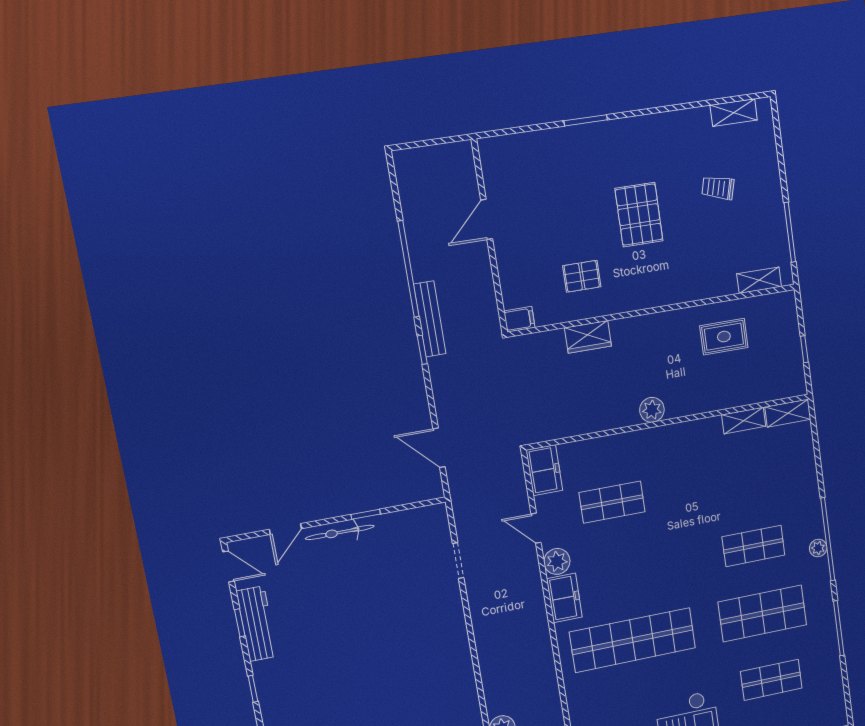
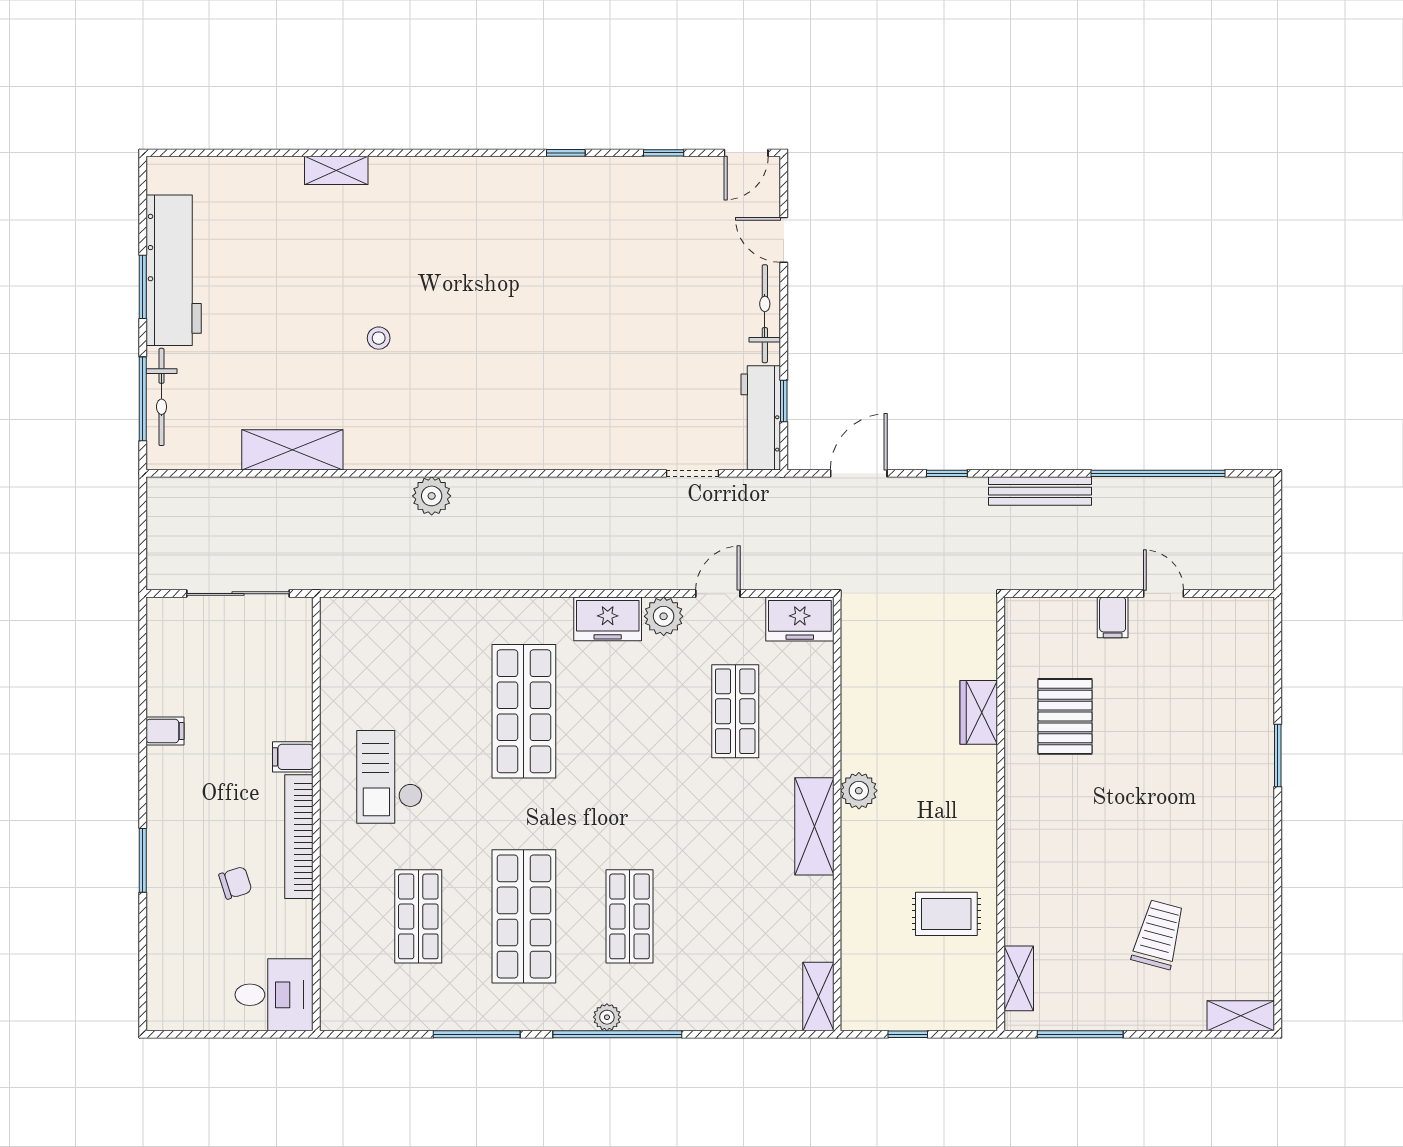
shelving: (734, 113) -> (1241, 1016), moved, turned 90
trolley: (718, 188) -> (1158, 935), width x1.36, depth x1.39
pallet: (639, 215) -> (1138, 813), removed
door: (487, 219) -> (1164, 594), width x0.73
window: (408, 269) -> (1158, 473), moved
pallet: (582, 276) -> (1065, 716), width x1.50, depth x1.42
filing cabinet: (519, 319) -> (1113, 617), moved
rug: (724, 337) -> (946, 914), turned 90
window: (422, 350) -> (947, 473), moved
shelving: (744, 421) -> (814, 826), moved, width x1.50, depth x1.33
window: (366, 514) -> (784, 401), moved
workbench: (257, 624) -> (761, 418), moved, turned 90
shop shelf: (633, 640) -> (524, 711), width x0.71

